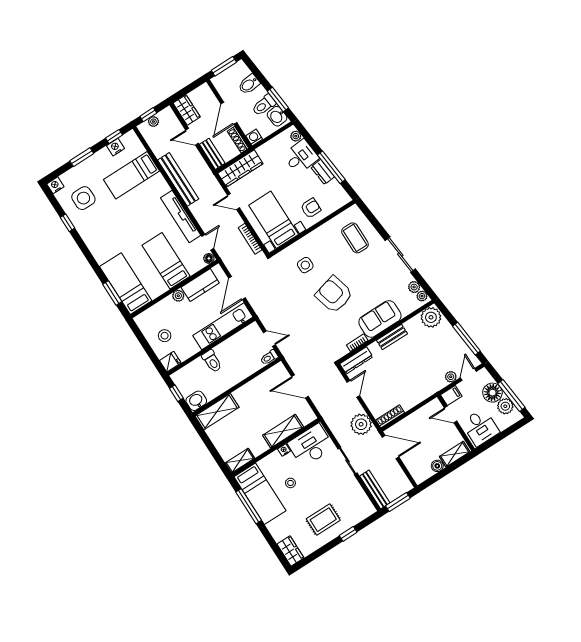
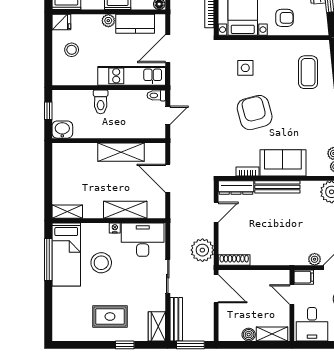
bench: (392, 337) -> (277, 187), width x1.36
door: (269, 339) -> (168, 115), hinge flipped
toilet: (269, 357) -> (156, 95), moved
fridge: (170, 362) -> (61, 22), moved
shelving: (217, 412) -> (121, 152), moved
stool: (290, 483) -> (101, 263), width x1.89, depth x1.89
wardrobe: (290, 551) -> (157, 326), moved, turned 180

